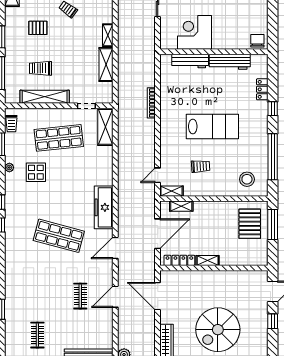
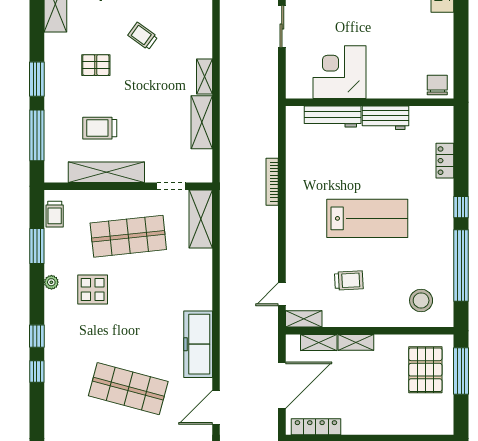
workbench: (230, 62) -> (386, 118), width x0.73
window: (273, 109) -> (461, 207), moved
shelving: (208, 261) -> (356, 342), moved

